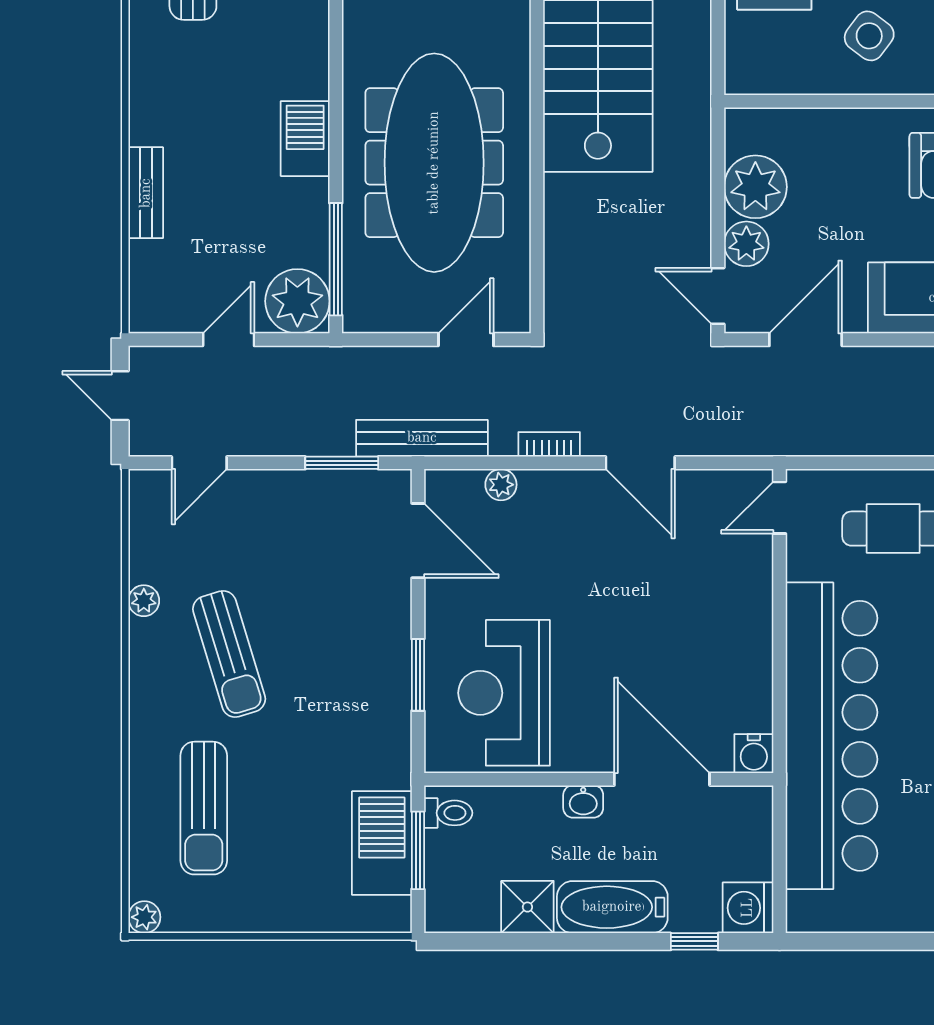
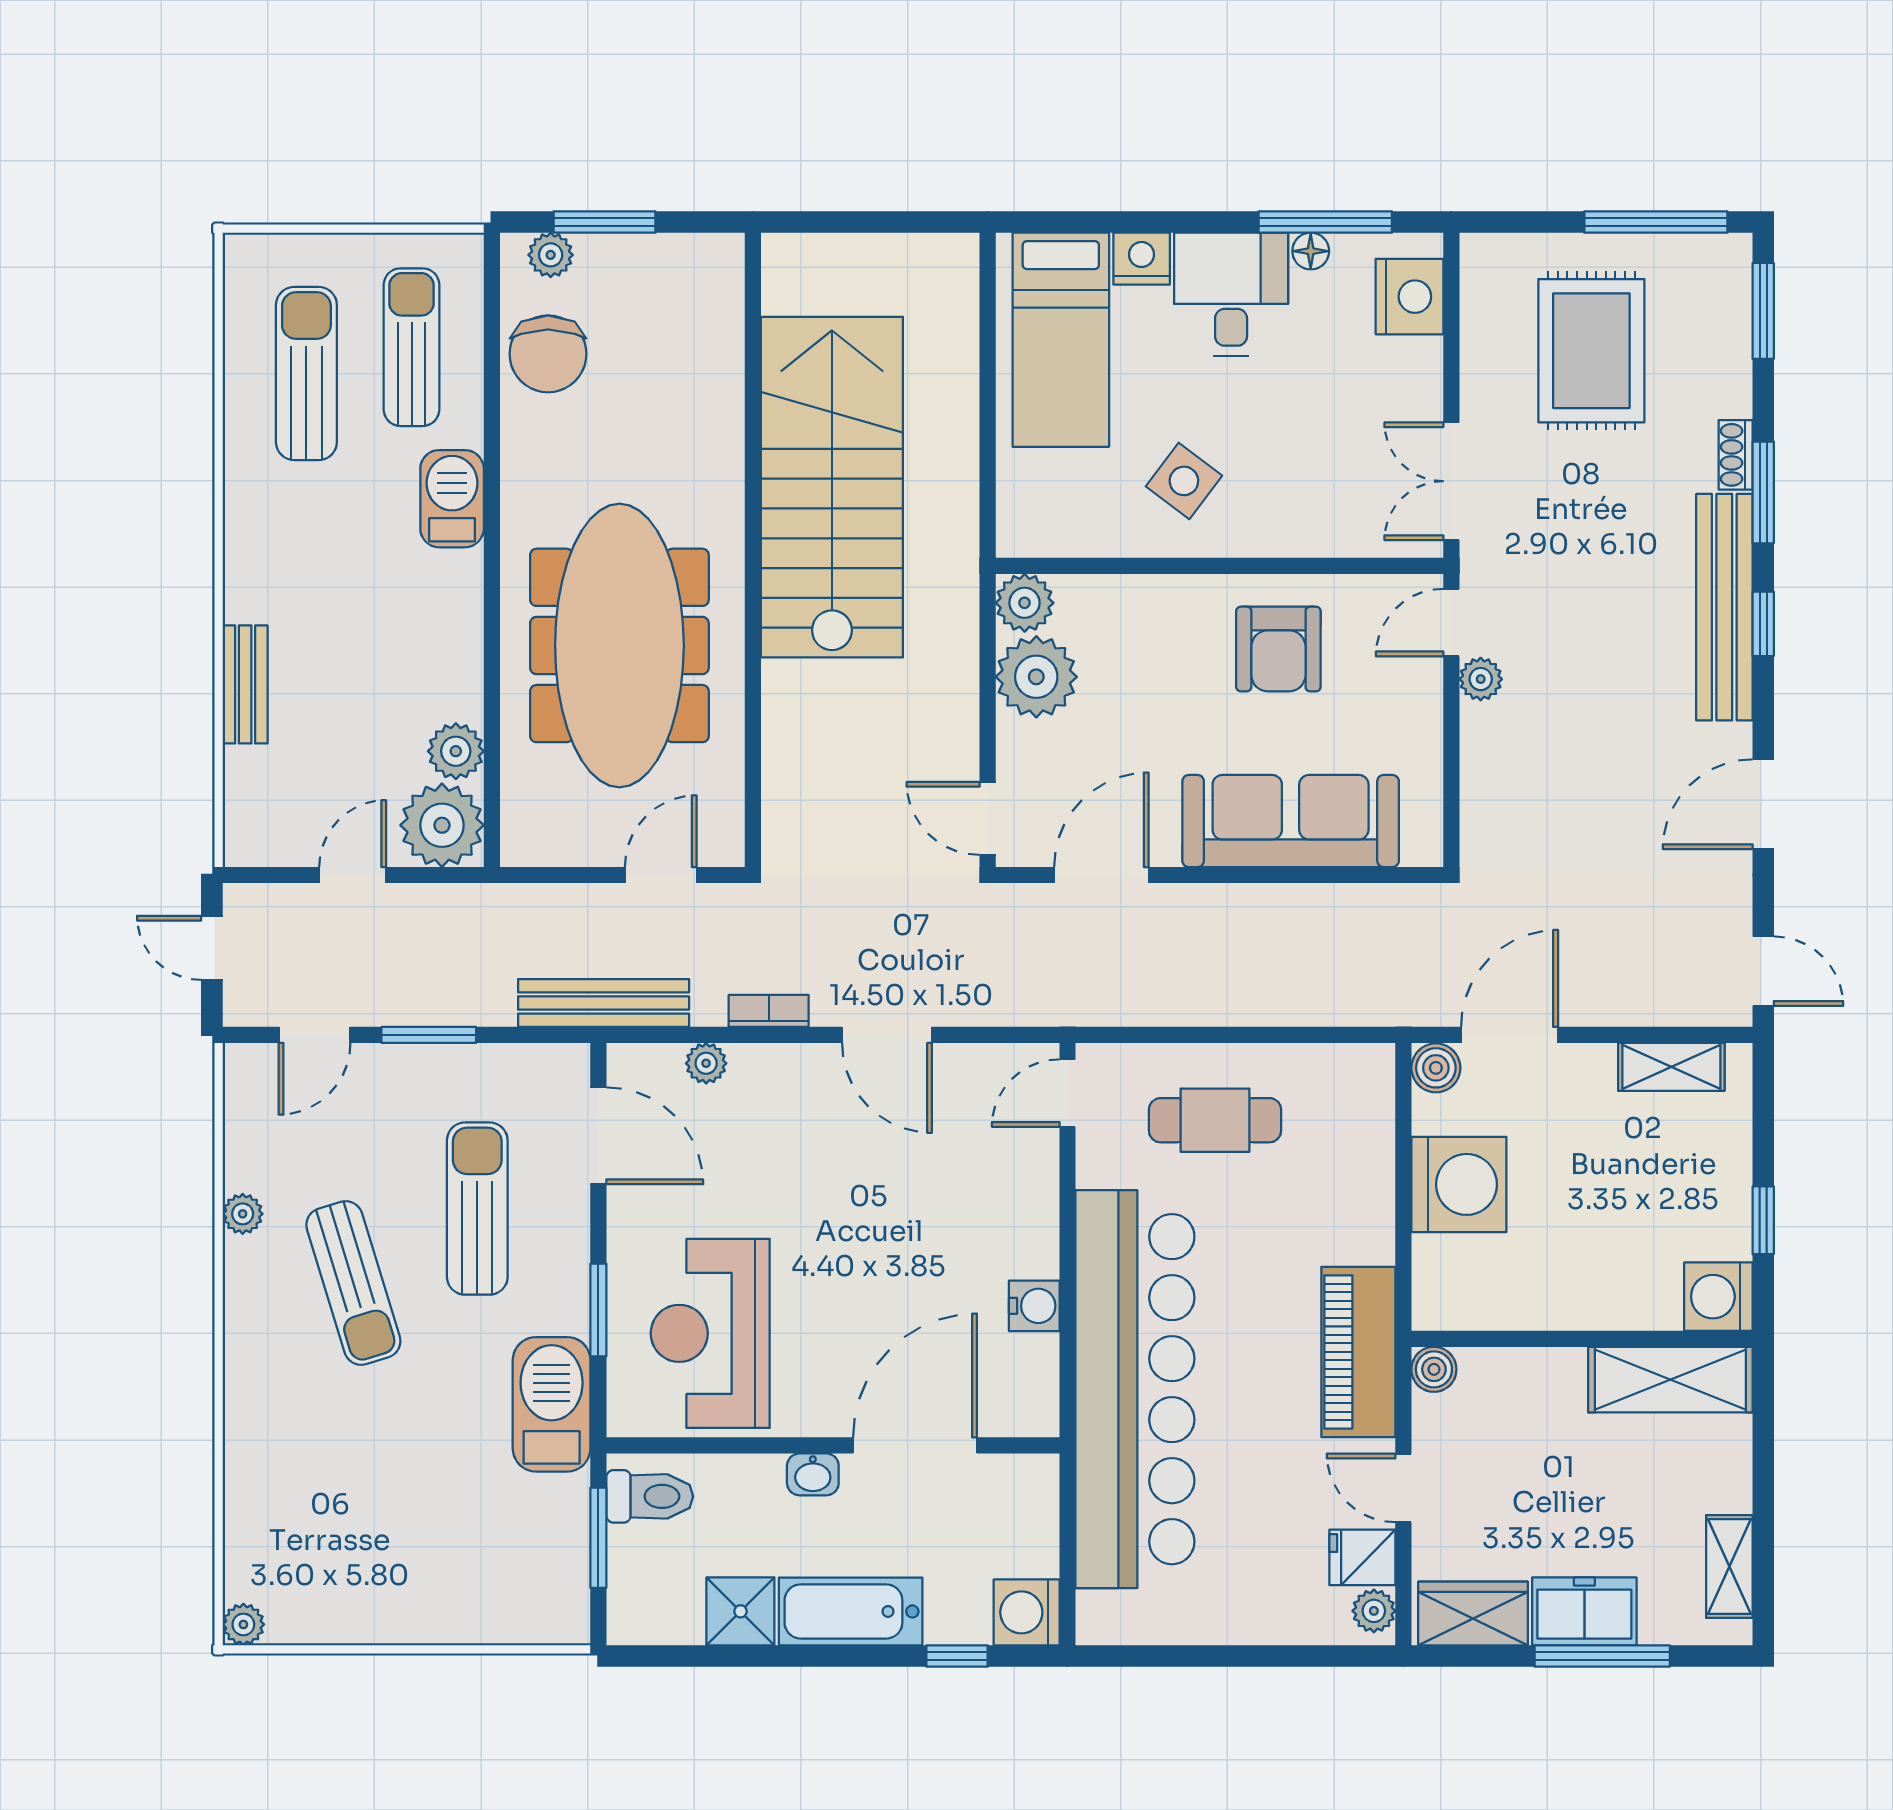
barbecue: (305, 139) -> (452, 499), moved
plant: (308, 244) -> (456, 751), added
plant: (746, 244) -> (1025, 603), moved
window: (336, 259) -> (492, 771), removed
window: (342, 463) -> (429, 1035), moved
water cooler: (754, 754) -> (1034, 1306), moved, turned -90
door: (662, 779) -> (915, 1445), hinge flipped
sun lounger: (204, 808) -> (477, 1209), moved, turned 180
toilet: (448, 813) -> (650, 1496), width x1.37, depth x1.39
barbecue: (382, 843) -> (552, 1404), moved

